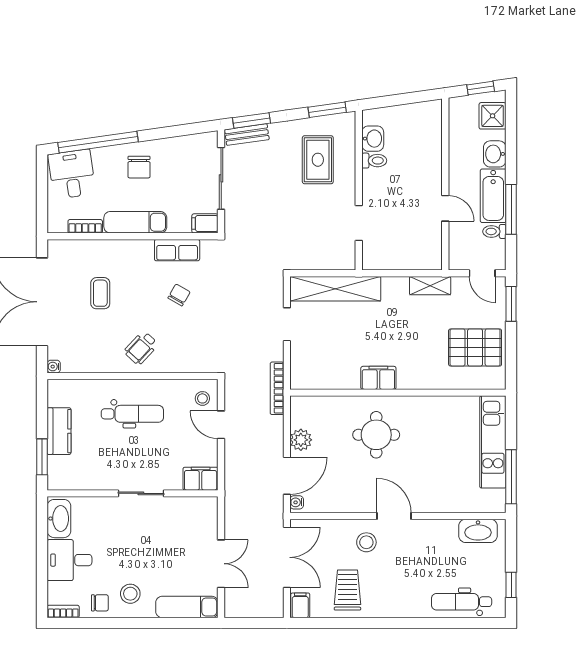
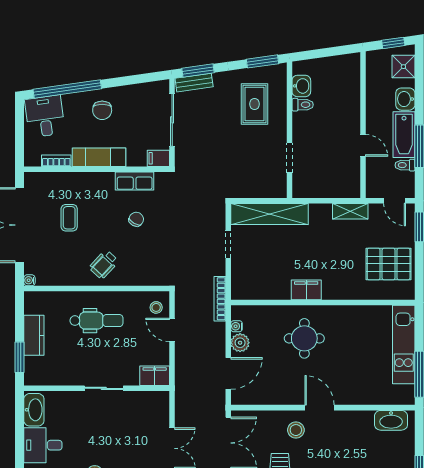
water cooler: (297, 502) -> (236, 326), moved

